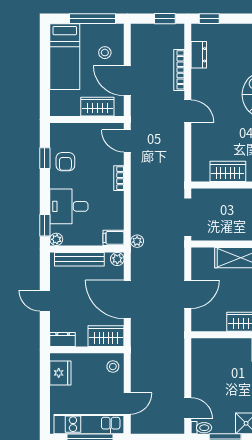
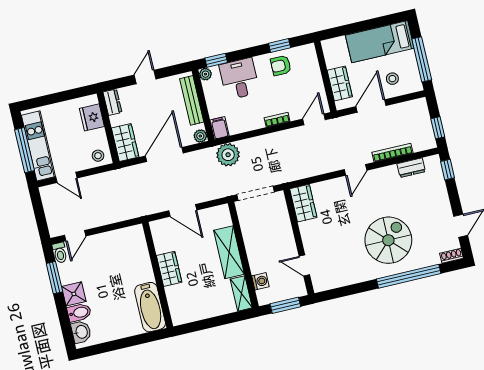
wardrobe: (228, 171) -> (303, 203), moved
plant: (137, 241) -> (228, 155), width x1.88, depth x1.88
fridge: (60, 373) -> (92, 117), moved, turned 90

